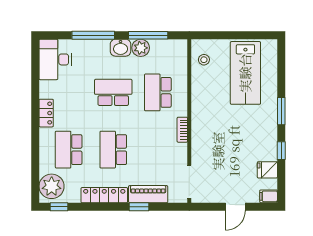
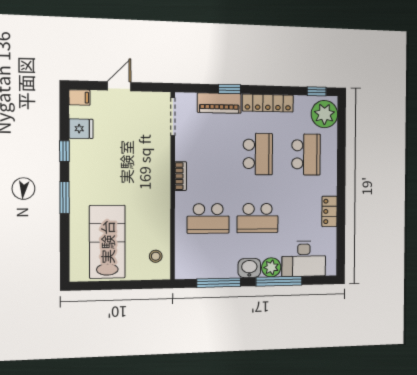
plant: (141, 48) -> (271, 267), moved
desk: (55, 59) -> (304, 259), moved, turned 90
school desk: (158, 92) -> (208, 218), turned 90
locker: (46, 113) -> (330, 211), moved

